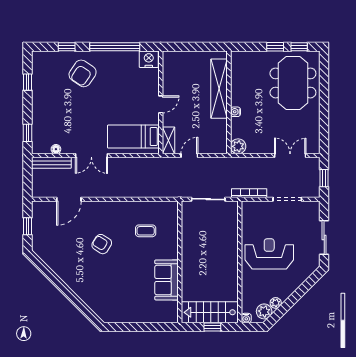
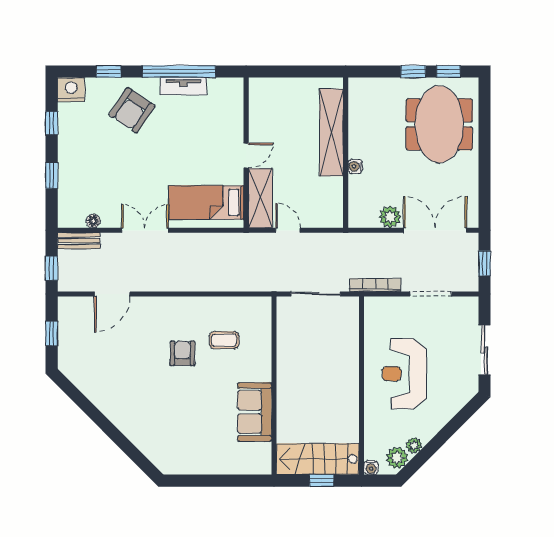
tv unit: (118, 57) -> (183, 86), added
nightstand: (149, 59) -> (71, 90), moved
window: (27, 133) -> (52, 176), moved
shelving: (168, 140) -> (260, 198), width x1.50, depth x1.33
plant: (238, 146) -> (390, 217), moved
double door: (91, 156) -> (145, 230), swing flipped
door: (189, 156) -> (288, 230), hinge flipped
double door: (290, 156) -> (435, 230), width x1.37
bench: (51, 163) -> (79, 241), width x0.73
window: (27, 182) -> (52, 268), added
armchair: (102, 244) -> (182, 353), moved, turned 58
reception desk: (269, 254) -> (404, 374), turned -90

